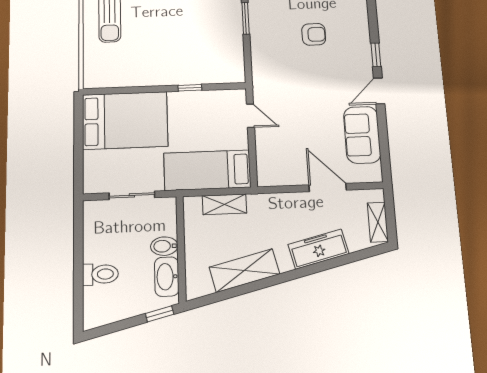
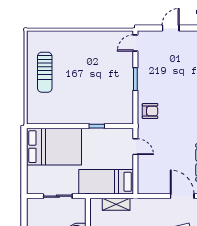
armchair: (314, 34) -> (150, 111), moved

